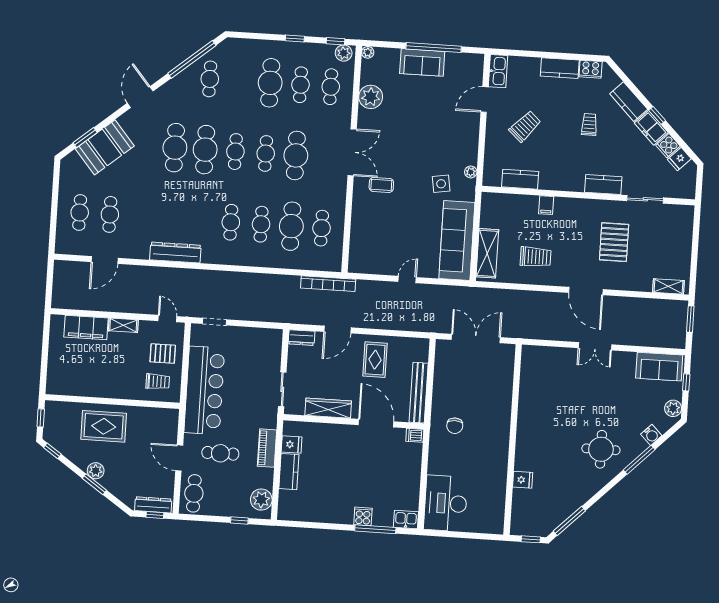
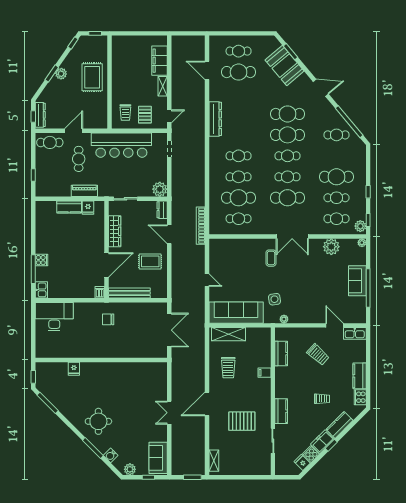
cafe table: (110, 214) -> (239, 72), width x1.37, depth x1.35
plant: (261, 500) -> (160, 189), moved

